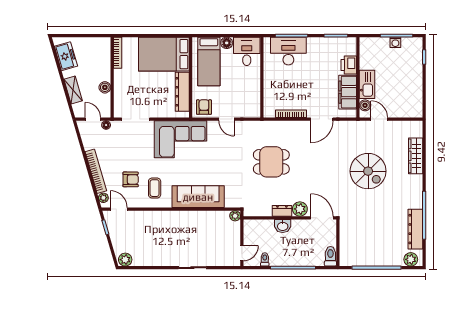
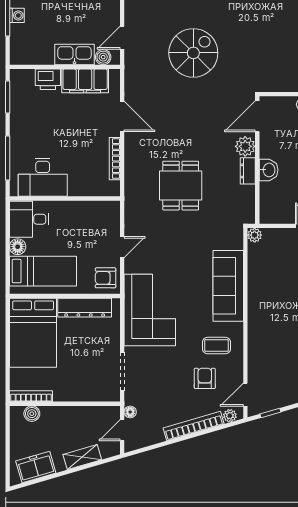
desk: (288, 51) -> (43, 177), moved, turned -90
boiler: (105, 87) -> (32, 414), moved

